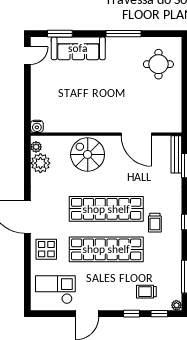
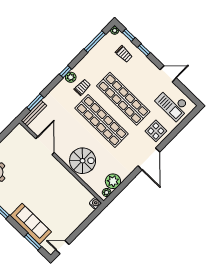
spiral stairs: (88, 154) -> (83, 161), turned -90
plant: (175, 221) -> (71, 77), added

